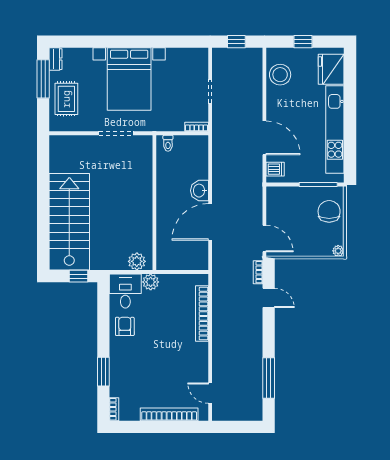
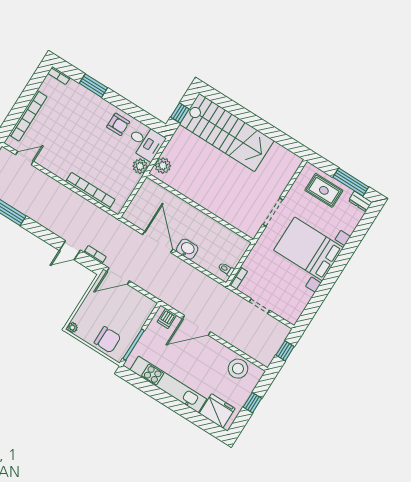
toilet: (168, 143) -> (226, 269), moved

